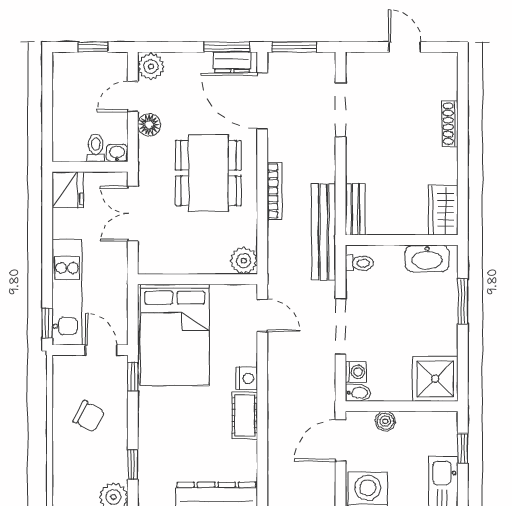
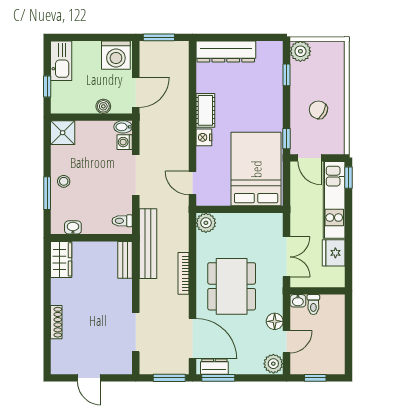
fridge: (68, 190) -> (334, 253), moved
washbasin: (427, 258) -> (73, 227), width x0.52, depth x0.69
stool: (440, 318) -> (64, 181), added
shower: (435, 379) -> (63, 133), width x0.73, depth x0.73

